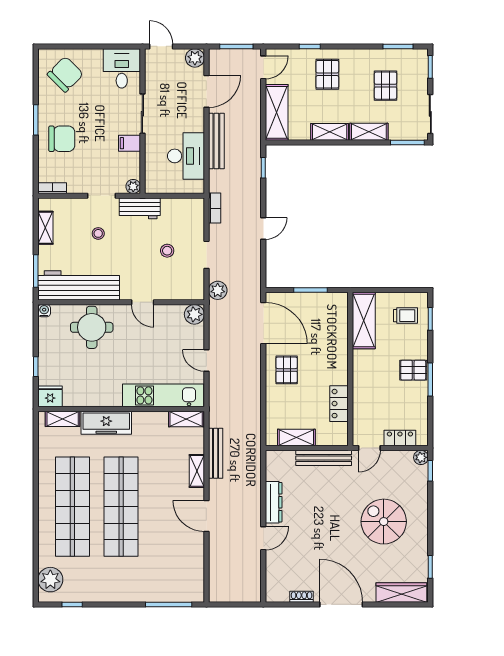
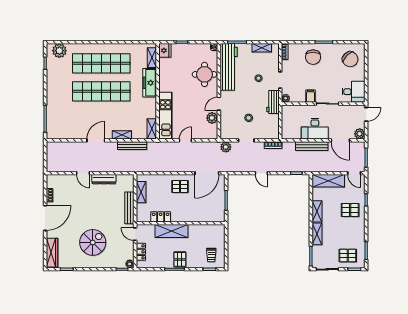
pallet: (386, 86) -> (348, 256), moved
desk: (186, 156) -> (315, 129), moved
plant: (194, 314) -> (212, 118), moved
shelving: (364, 320) -> (172, 231), moved

